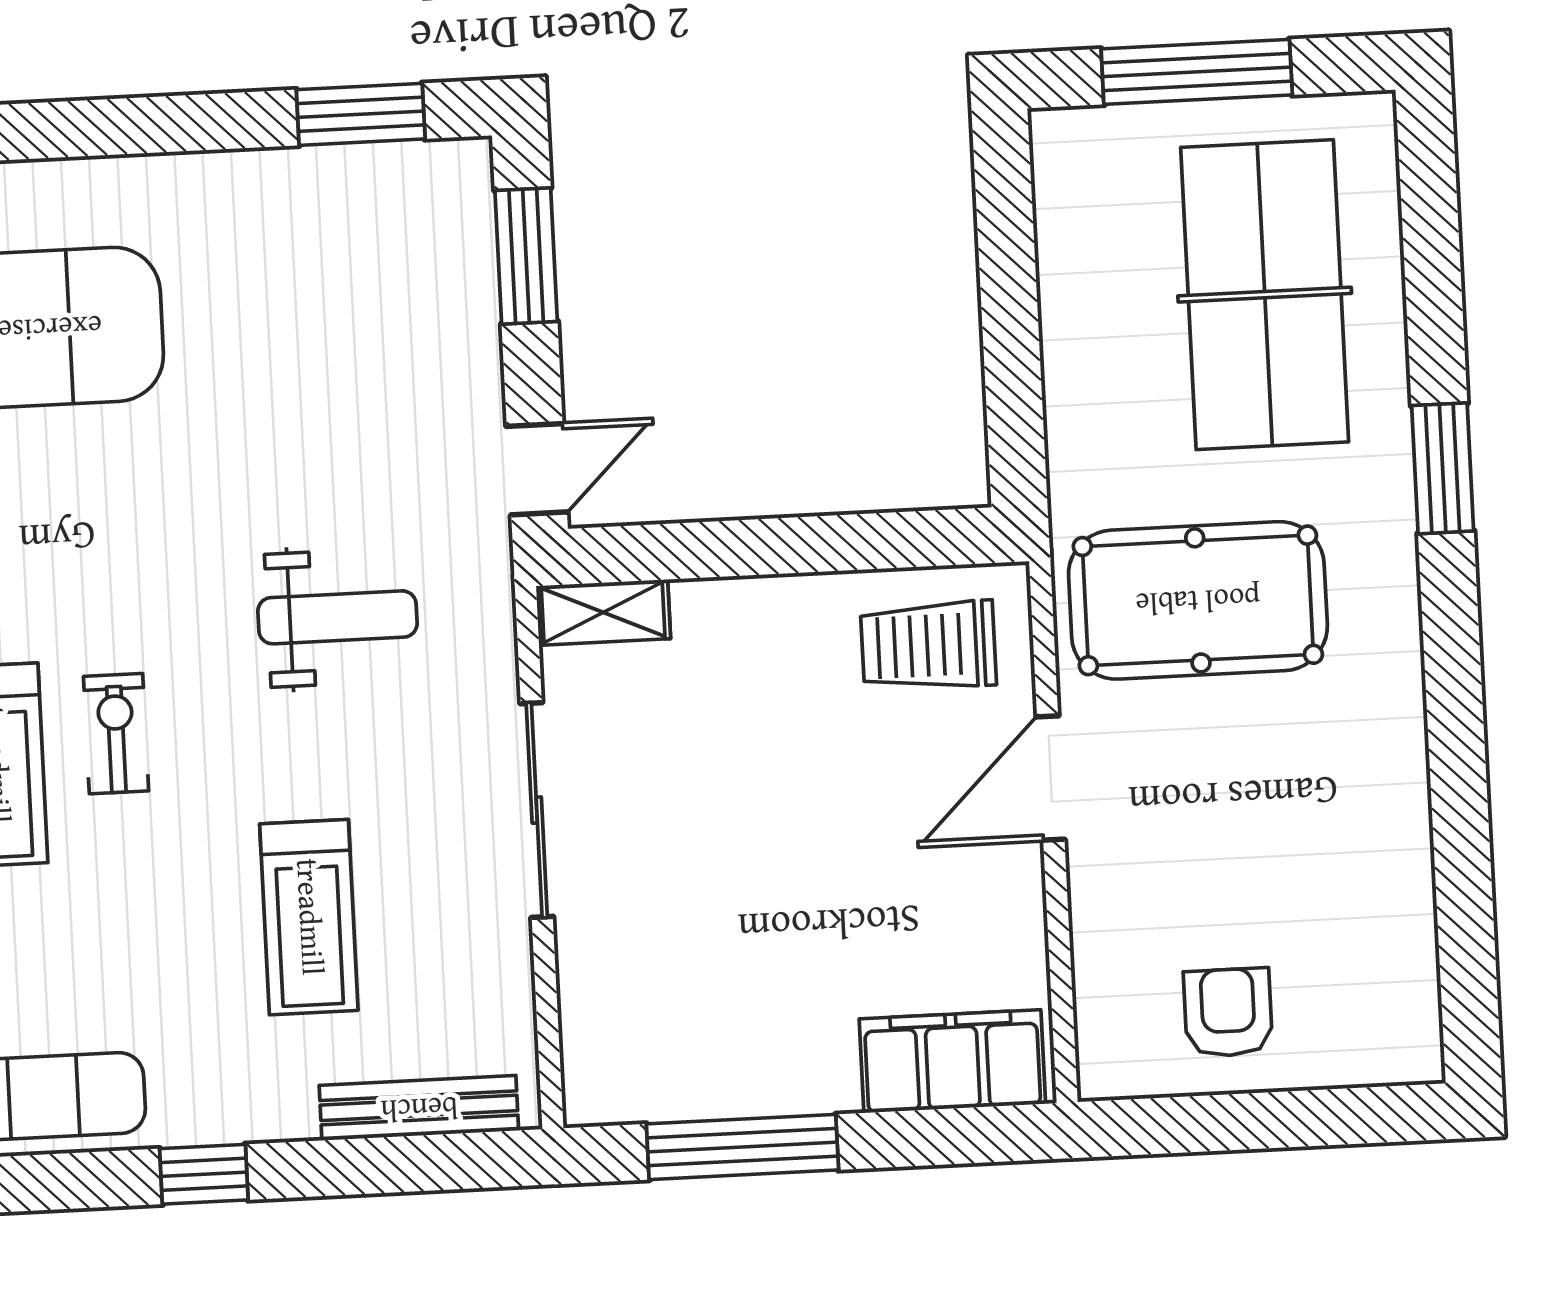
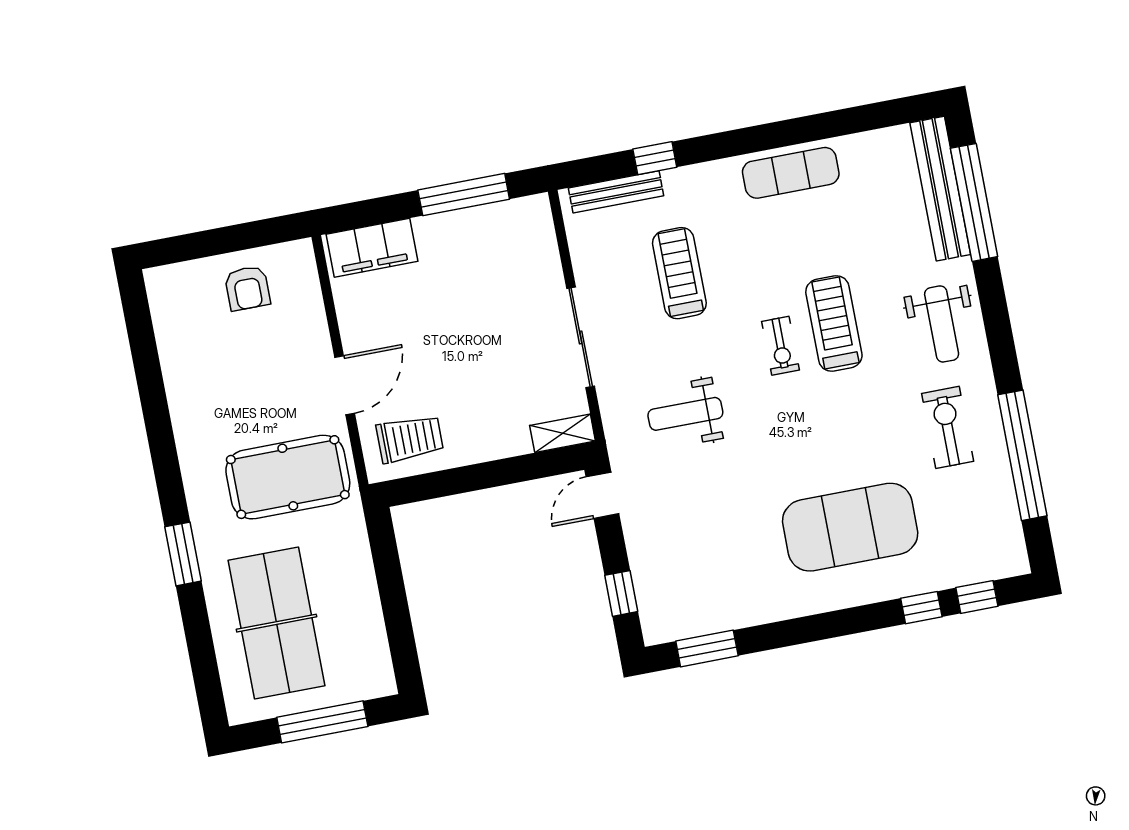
window: (526, 256) -> (621, 593), width x0.67
window: (204, 1174) -> (655, 158), moved

